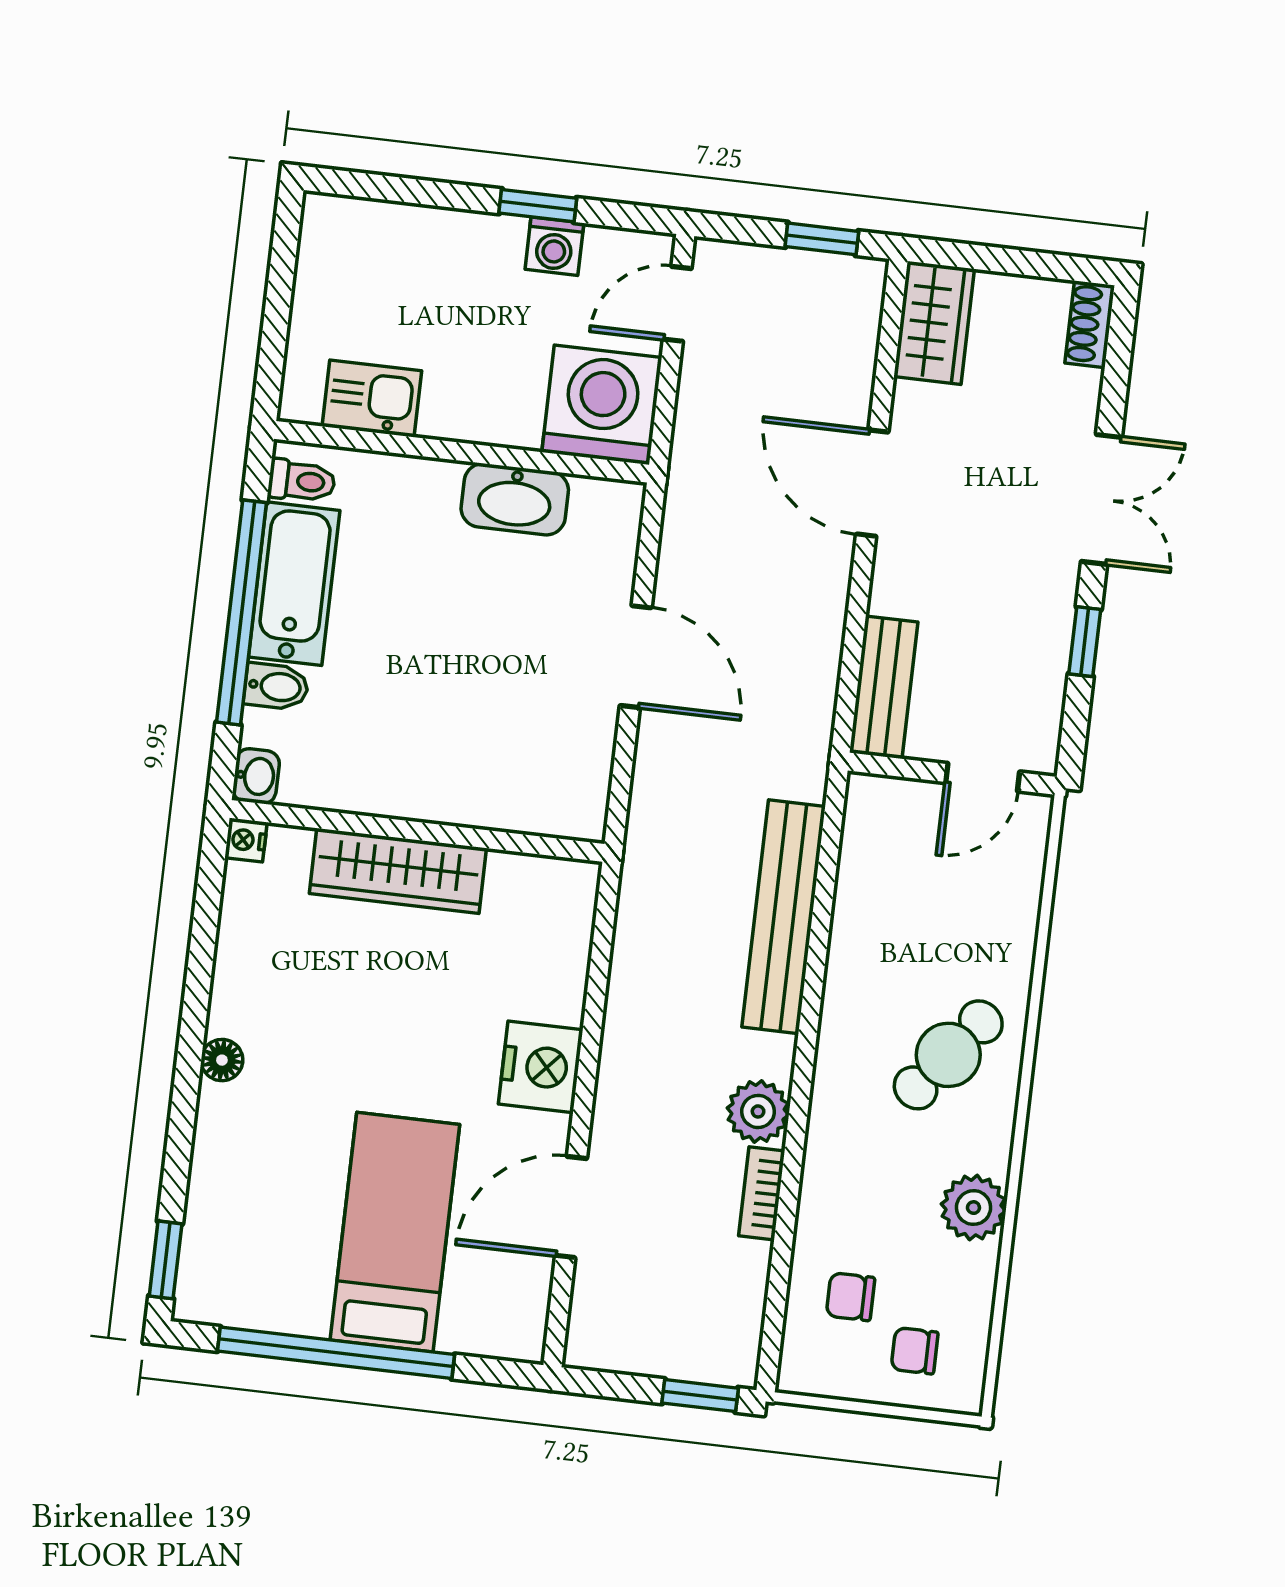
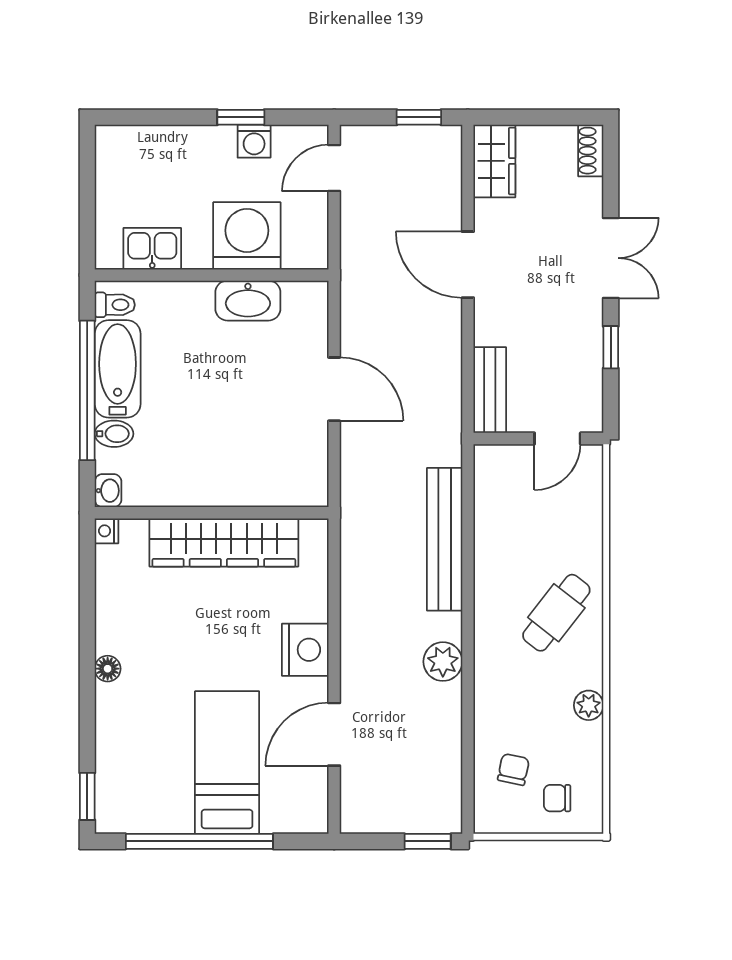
washing machine: (602, 405) -> (247, 236), moved
wardrobe: (398, 871) -> (224, 542), width x1.40, depth x1.17
bookcase: (762, 1193) -> (451, 712), removed
plant: (973, 1208) -> (589, 705), width x0.73, depth x0.73
chair: (850, 1297) -> (513, 769), turned 102

